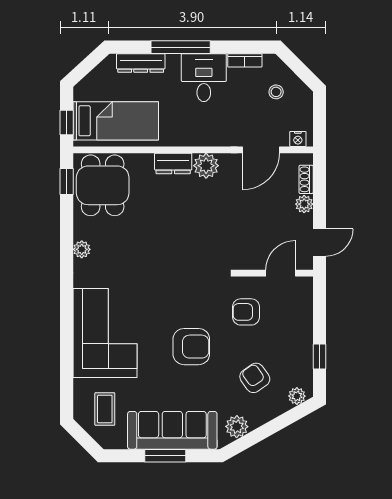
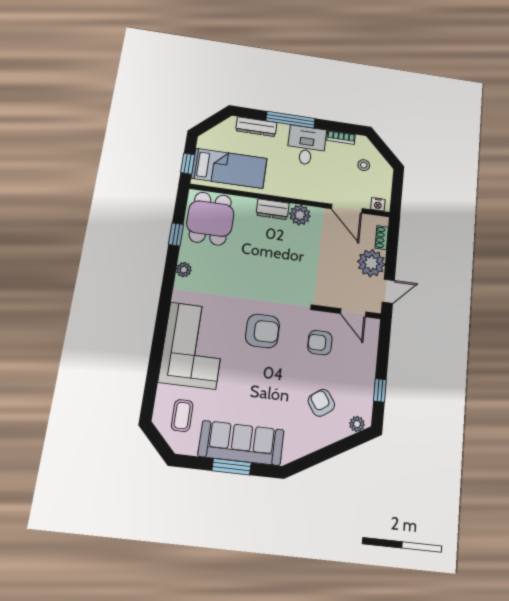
door: (261, 150) -> (347, 209), hinge flipped
window: (67, 181) -> (176, 235), moved
plant: (304, 204) -> (371, 263), width x1.87, depth x1.87
door: (281, 273) -> (353, 313), swing flipped
armchair: (191, 347) -> (263, 331), moved
plant: (237, 427) -> (300, 446), removed

